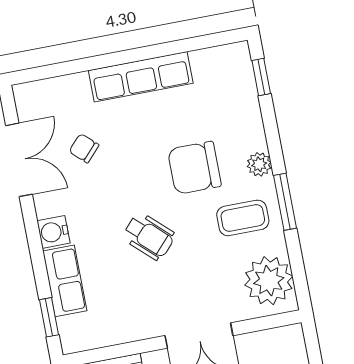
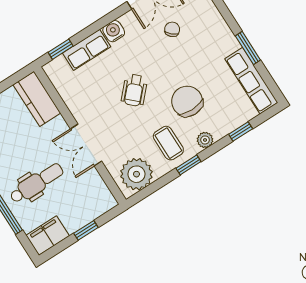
window: (153, 52) -> (248, 48), added
row of seats: (141, 77) -> (251, 81), moved
window: (261, 77) -> (241, 132), moved
window: (285, 202) -> (188, 165), width x0.67

